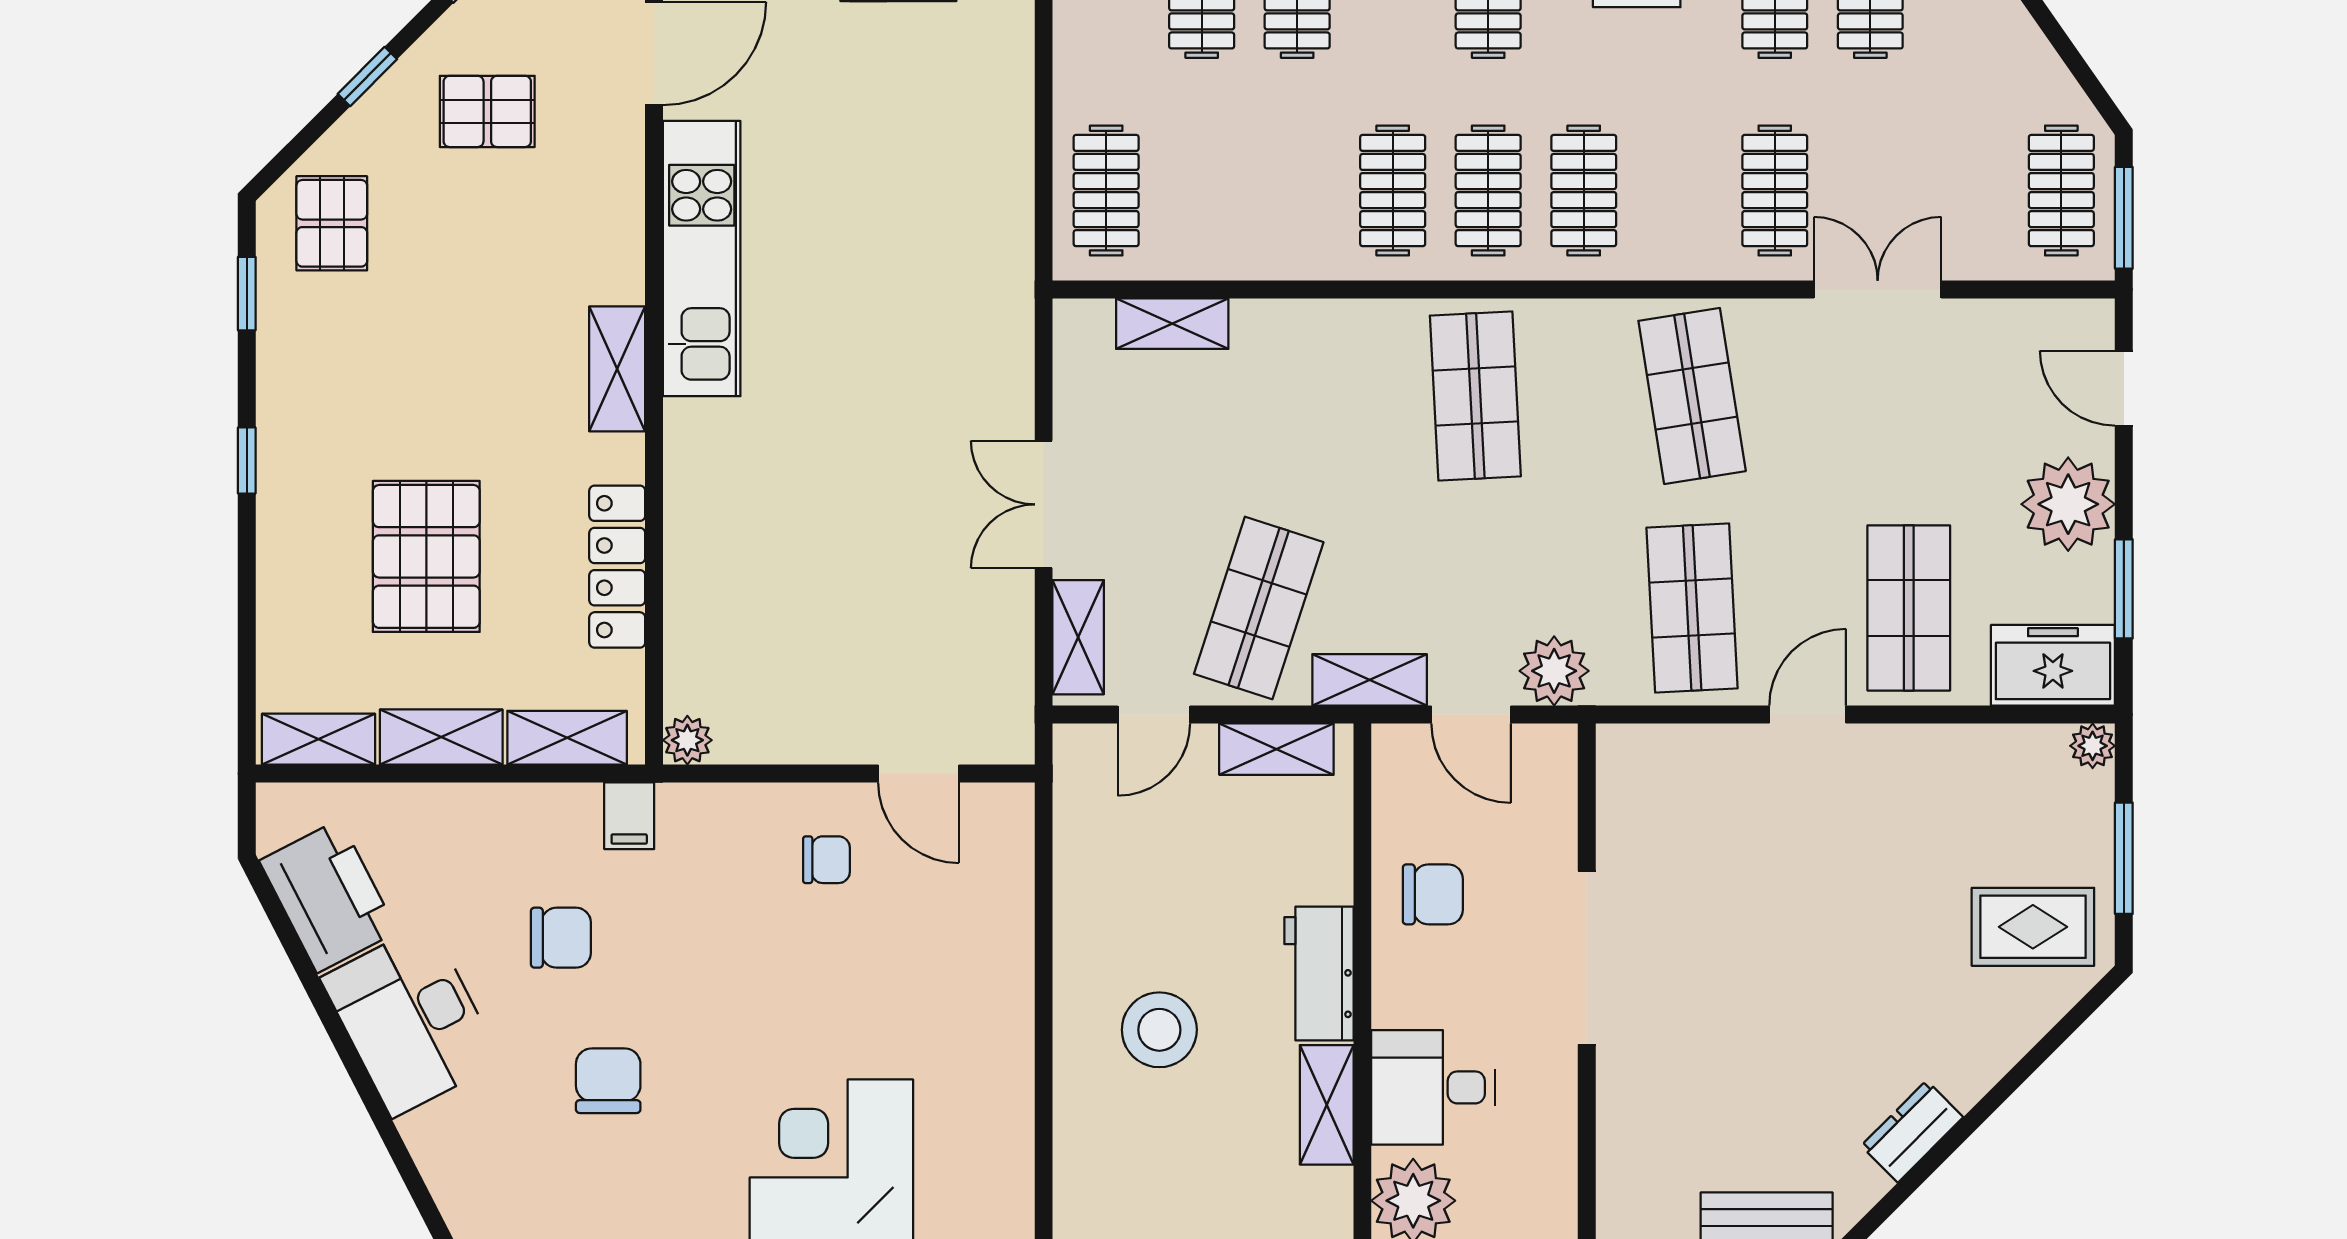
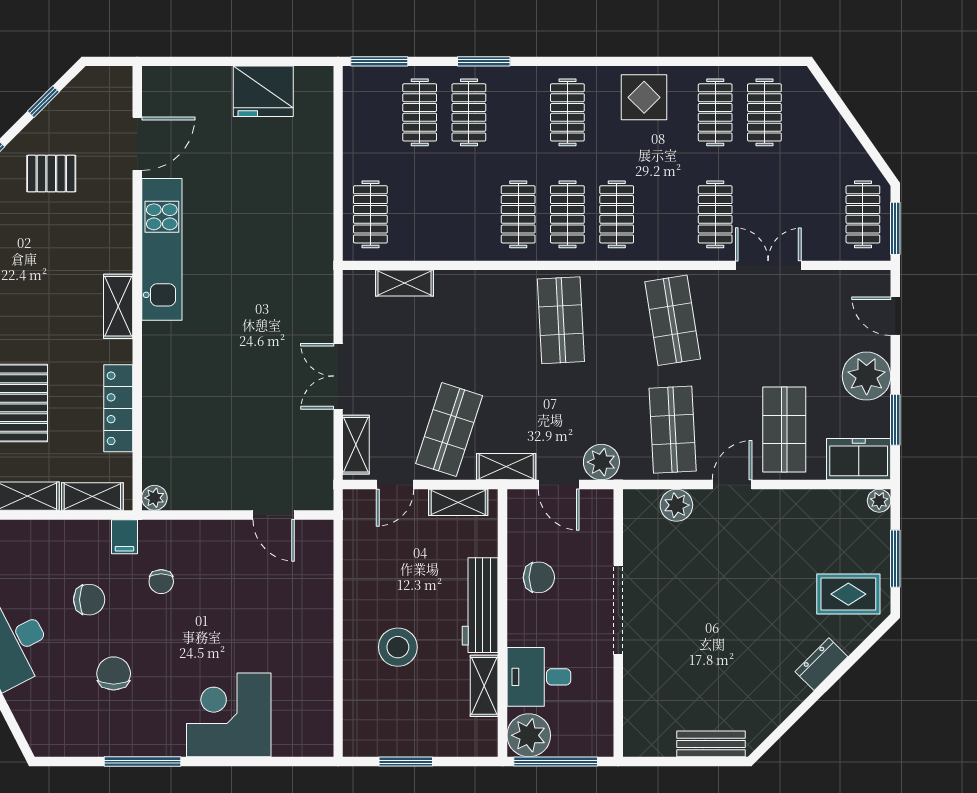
plant: (1700, 755) -> (676, 505), added
chair: (826, 860) -> (161, 582), moved, turned 90
workbench: (1319, 973) -> (480, 605), width x1.38
dresser: (1912, 1131) -> (821, 664), moved

